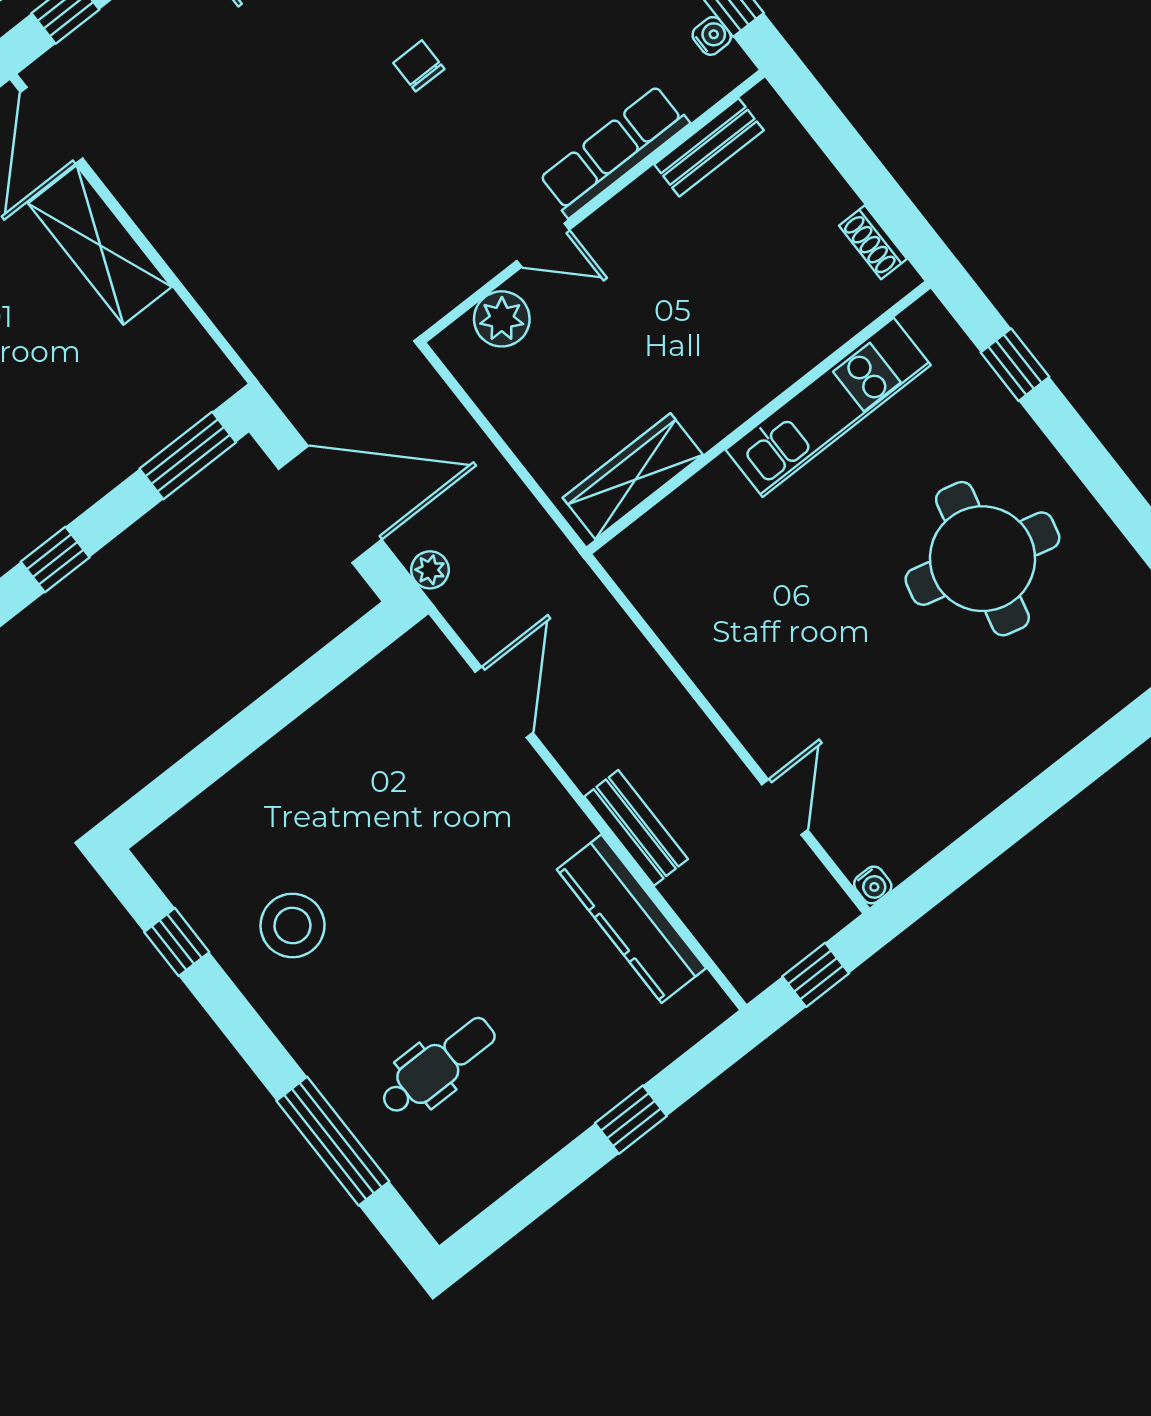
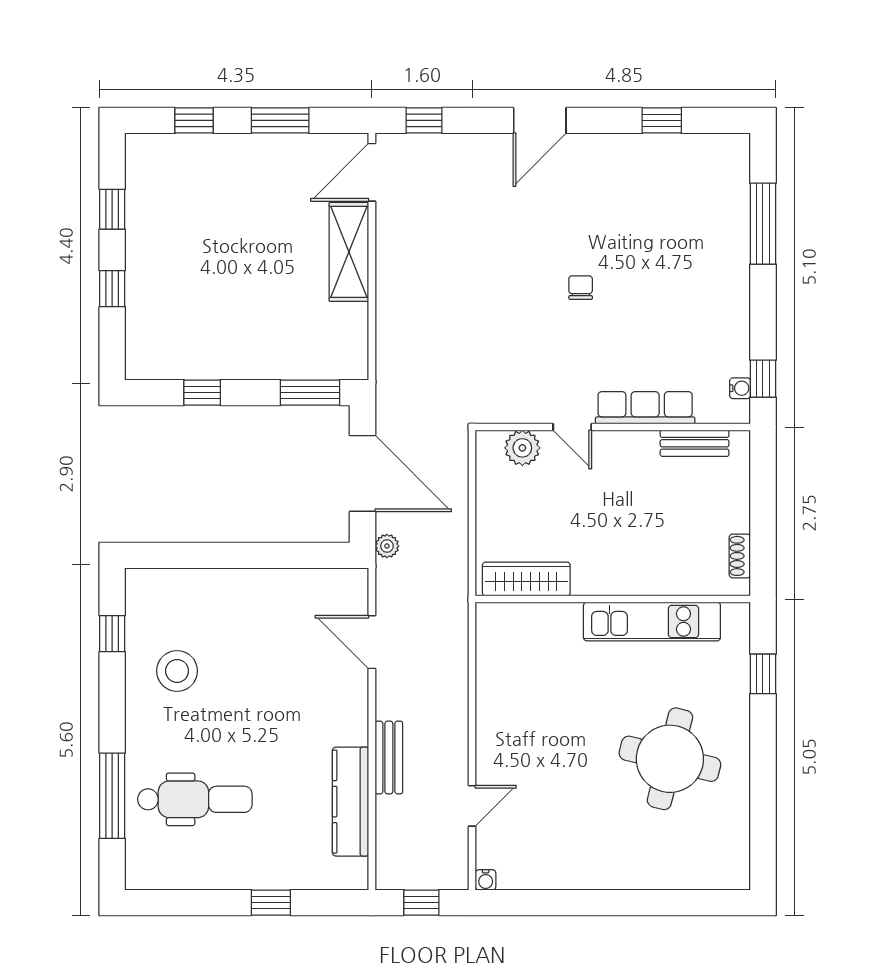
door: (504, 702) -> (372, 642), swing flipped
dental chair: (438, 1066) -> (195, 799), width x1.36, depth x1.38

